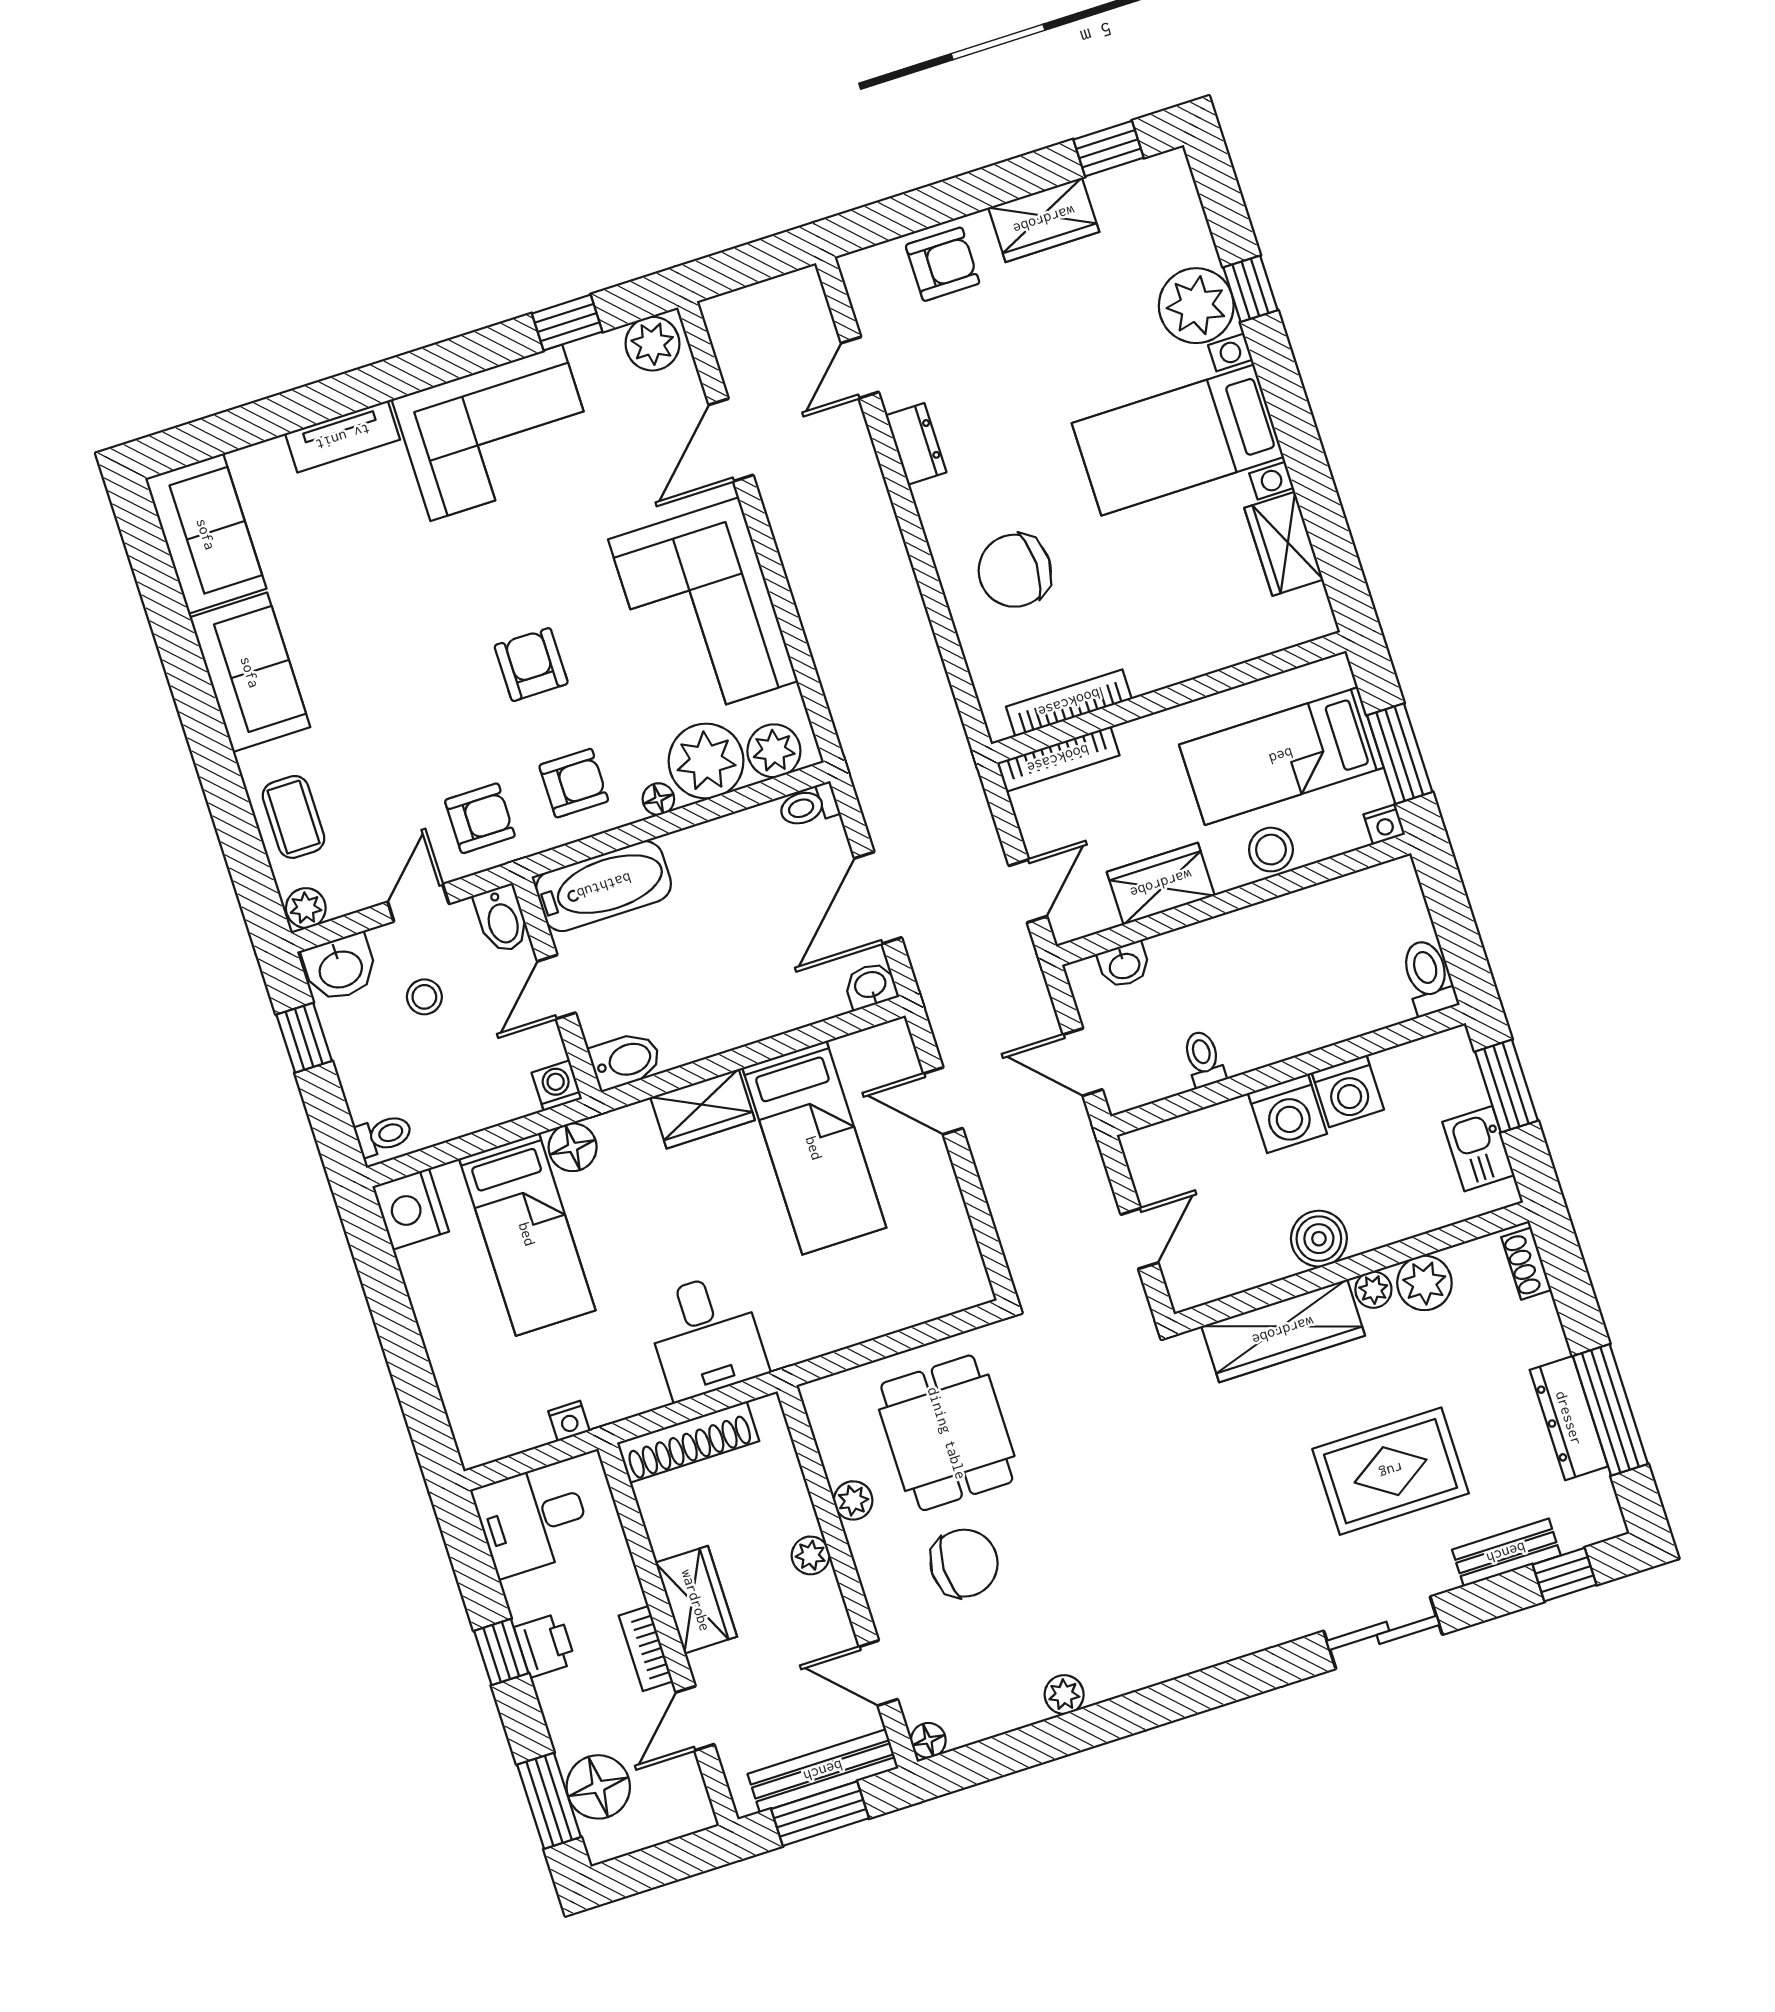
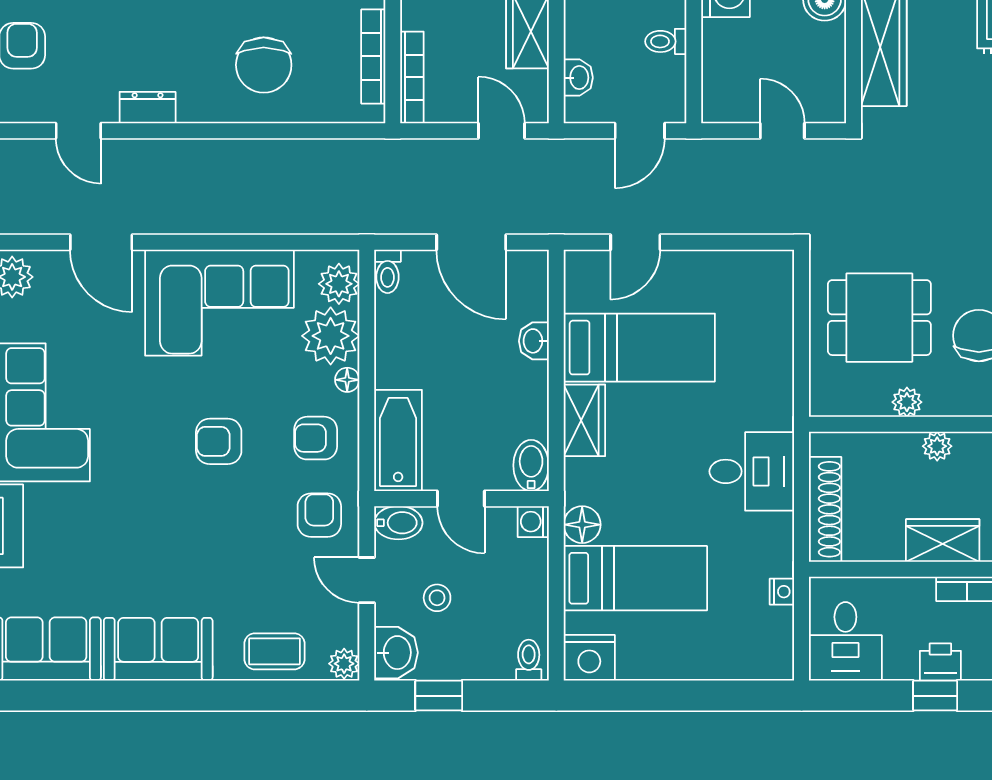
armchair: (574, 783) -> (316, 438), turned -90
washbasin: (871, 986) -> (534, 341), moved

